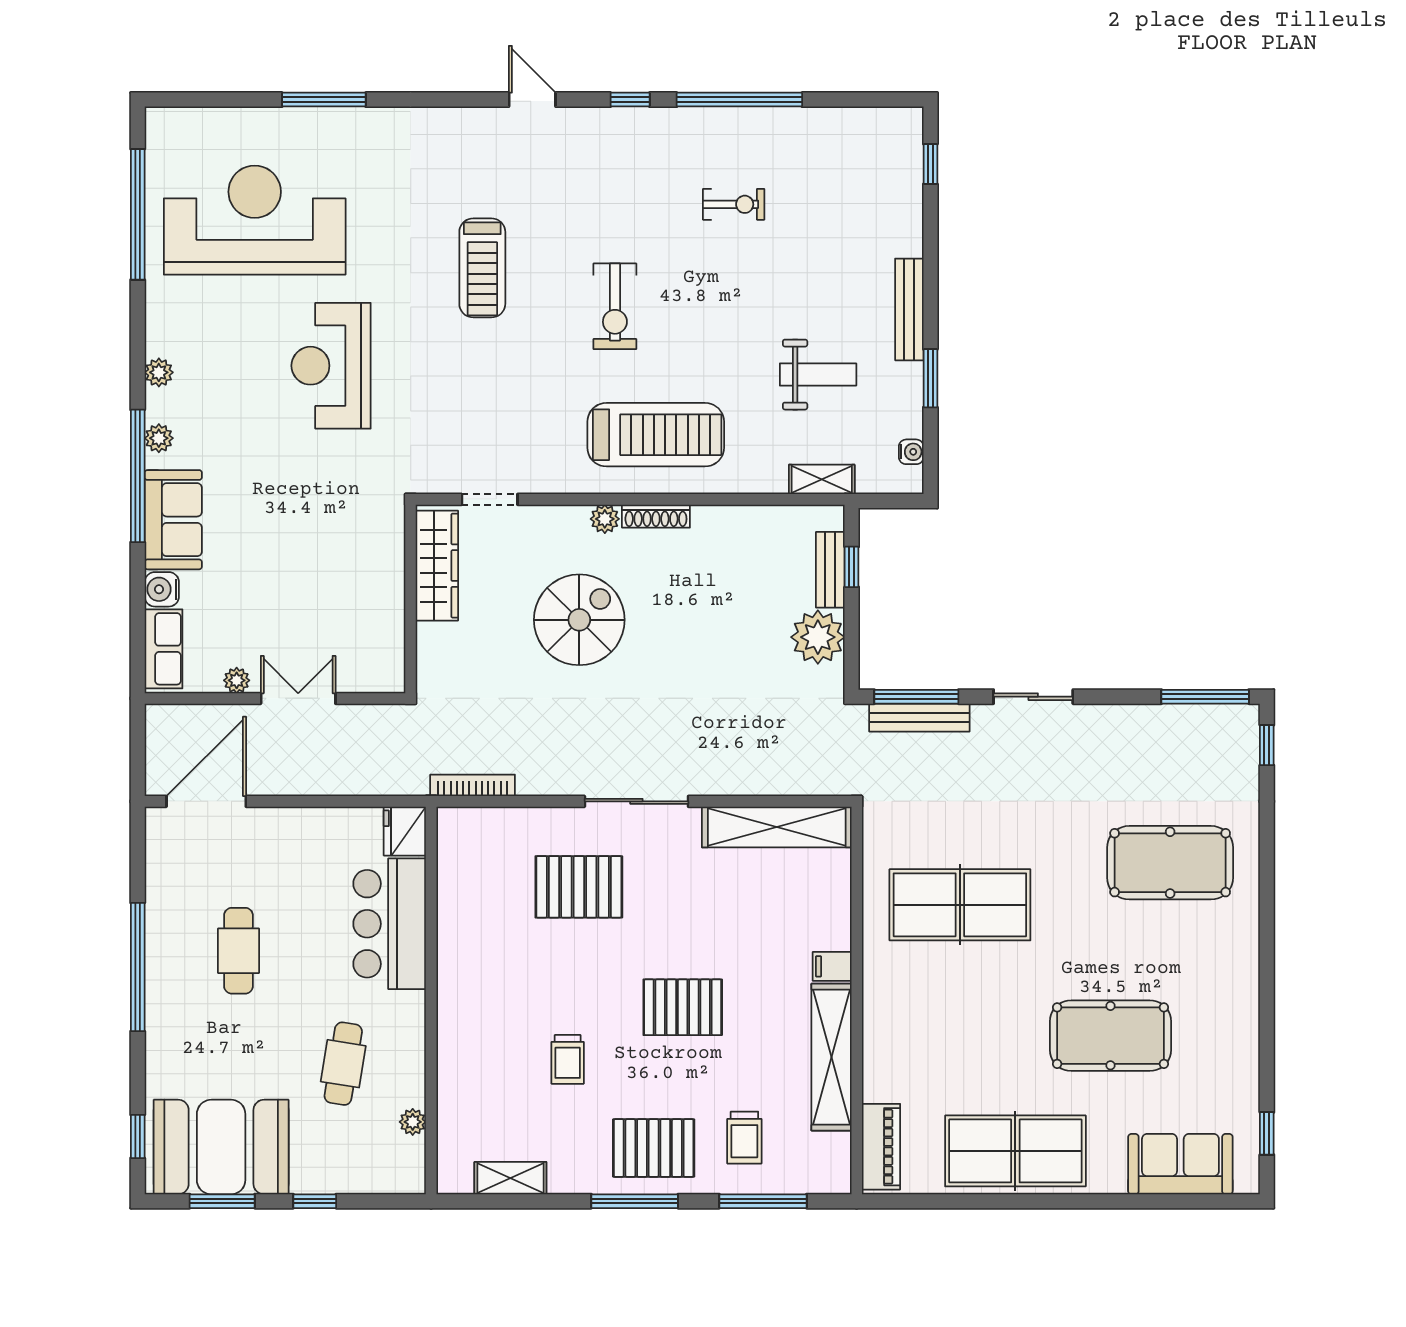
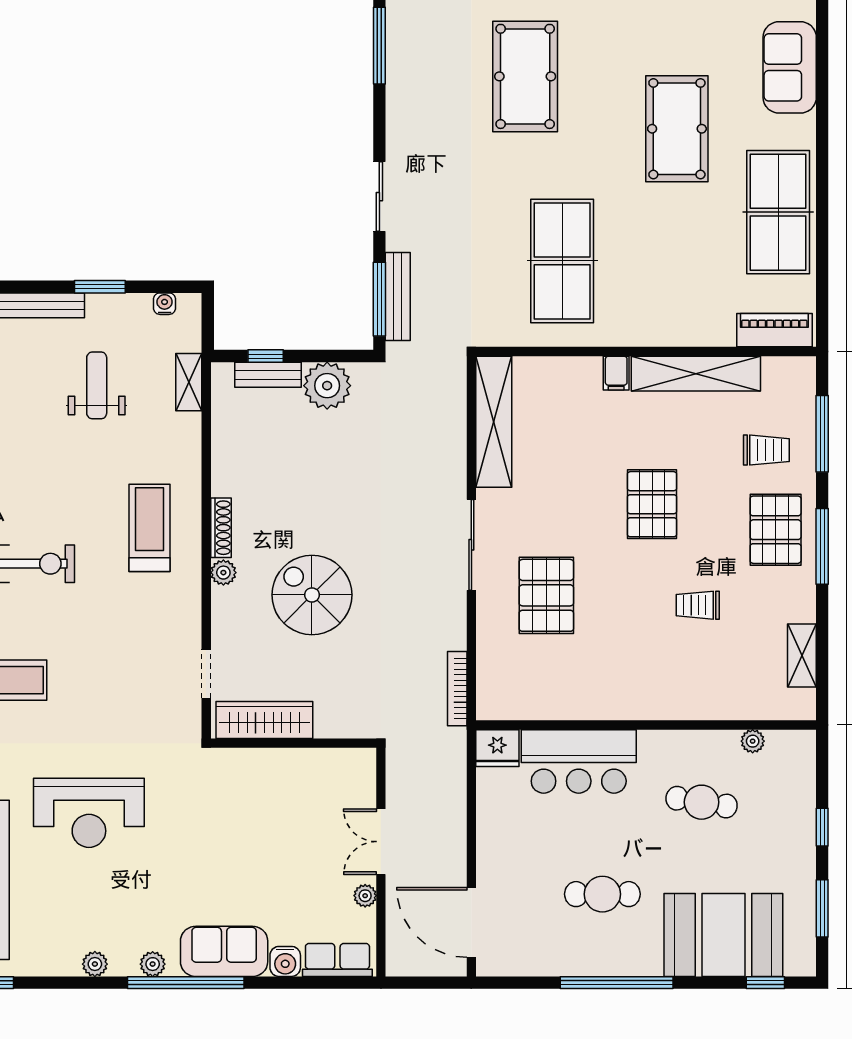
treadmill: (656, 435) -> (149, 528), width x0.73, depth x0.73
trolley: (568, 1059) -> (698, 605), turned 180
booth: (221, 1147) -> (723, 935), moved, turned 90

